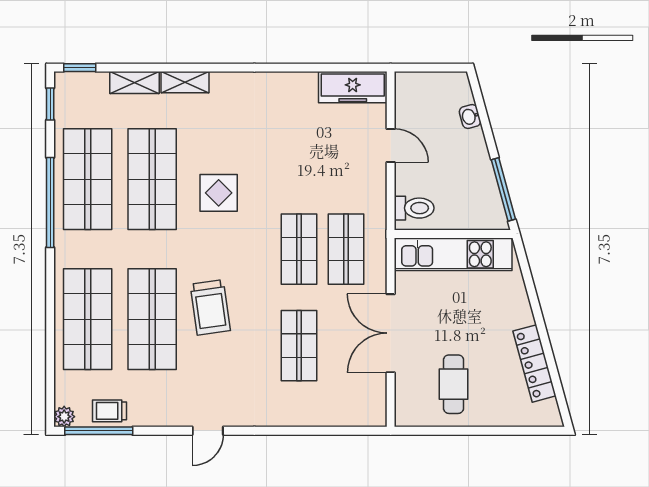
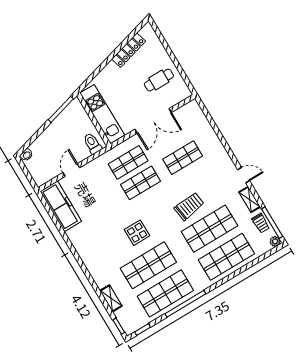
shelving: (185, 82) -> (250, 199), moved
freezer: (353, 87) -> (61, 206), width x1.36, depth x1.26
washbasin: (470, 116) -> (26, 155), moved

